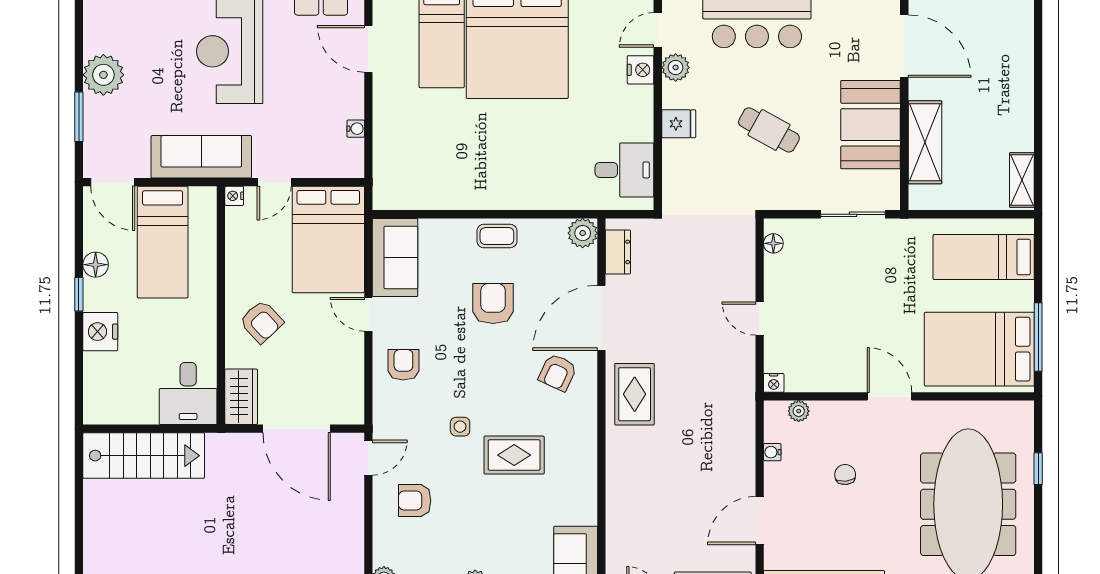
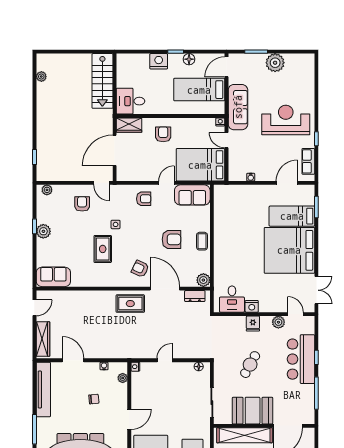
nightstand: (641, 70) -> (252, 306), moved
shelving: (925, 142) -> (245, 435), width x1.47
armchair: (261, 322) -> (163, 134), turned 133

